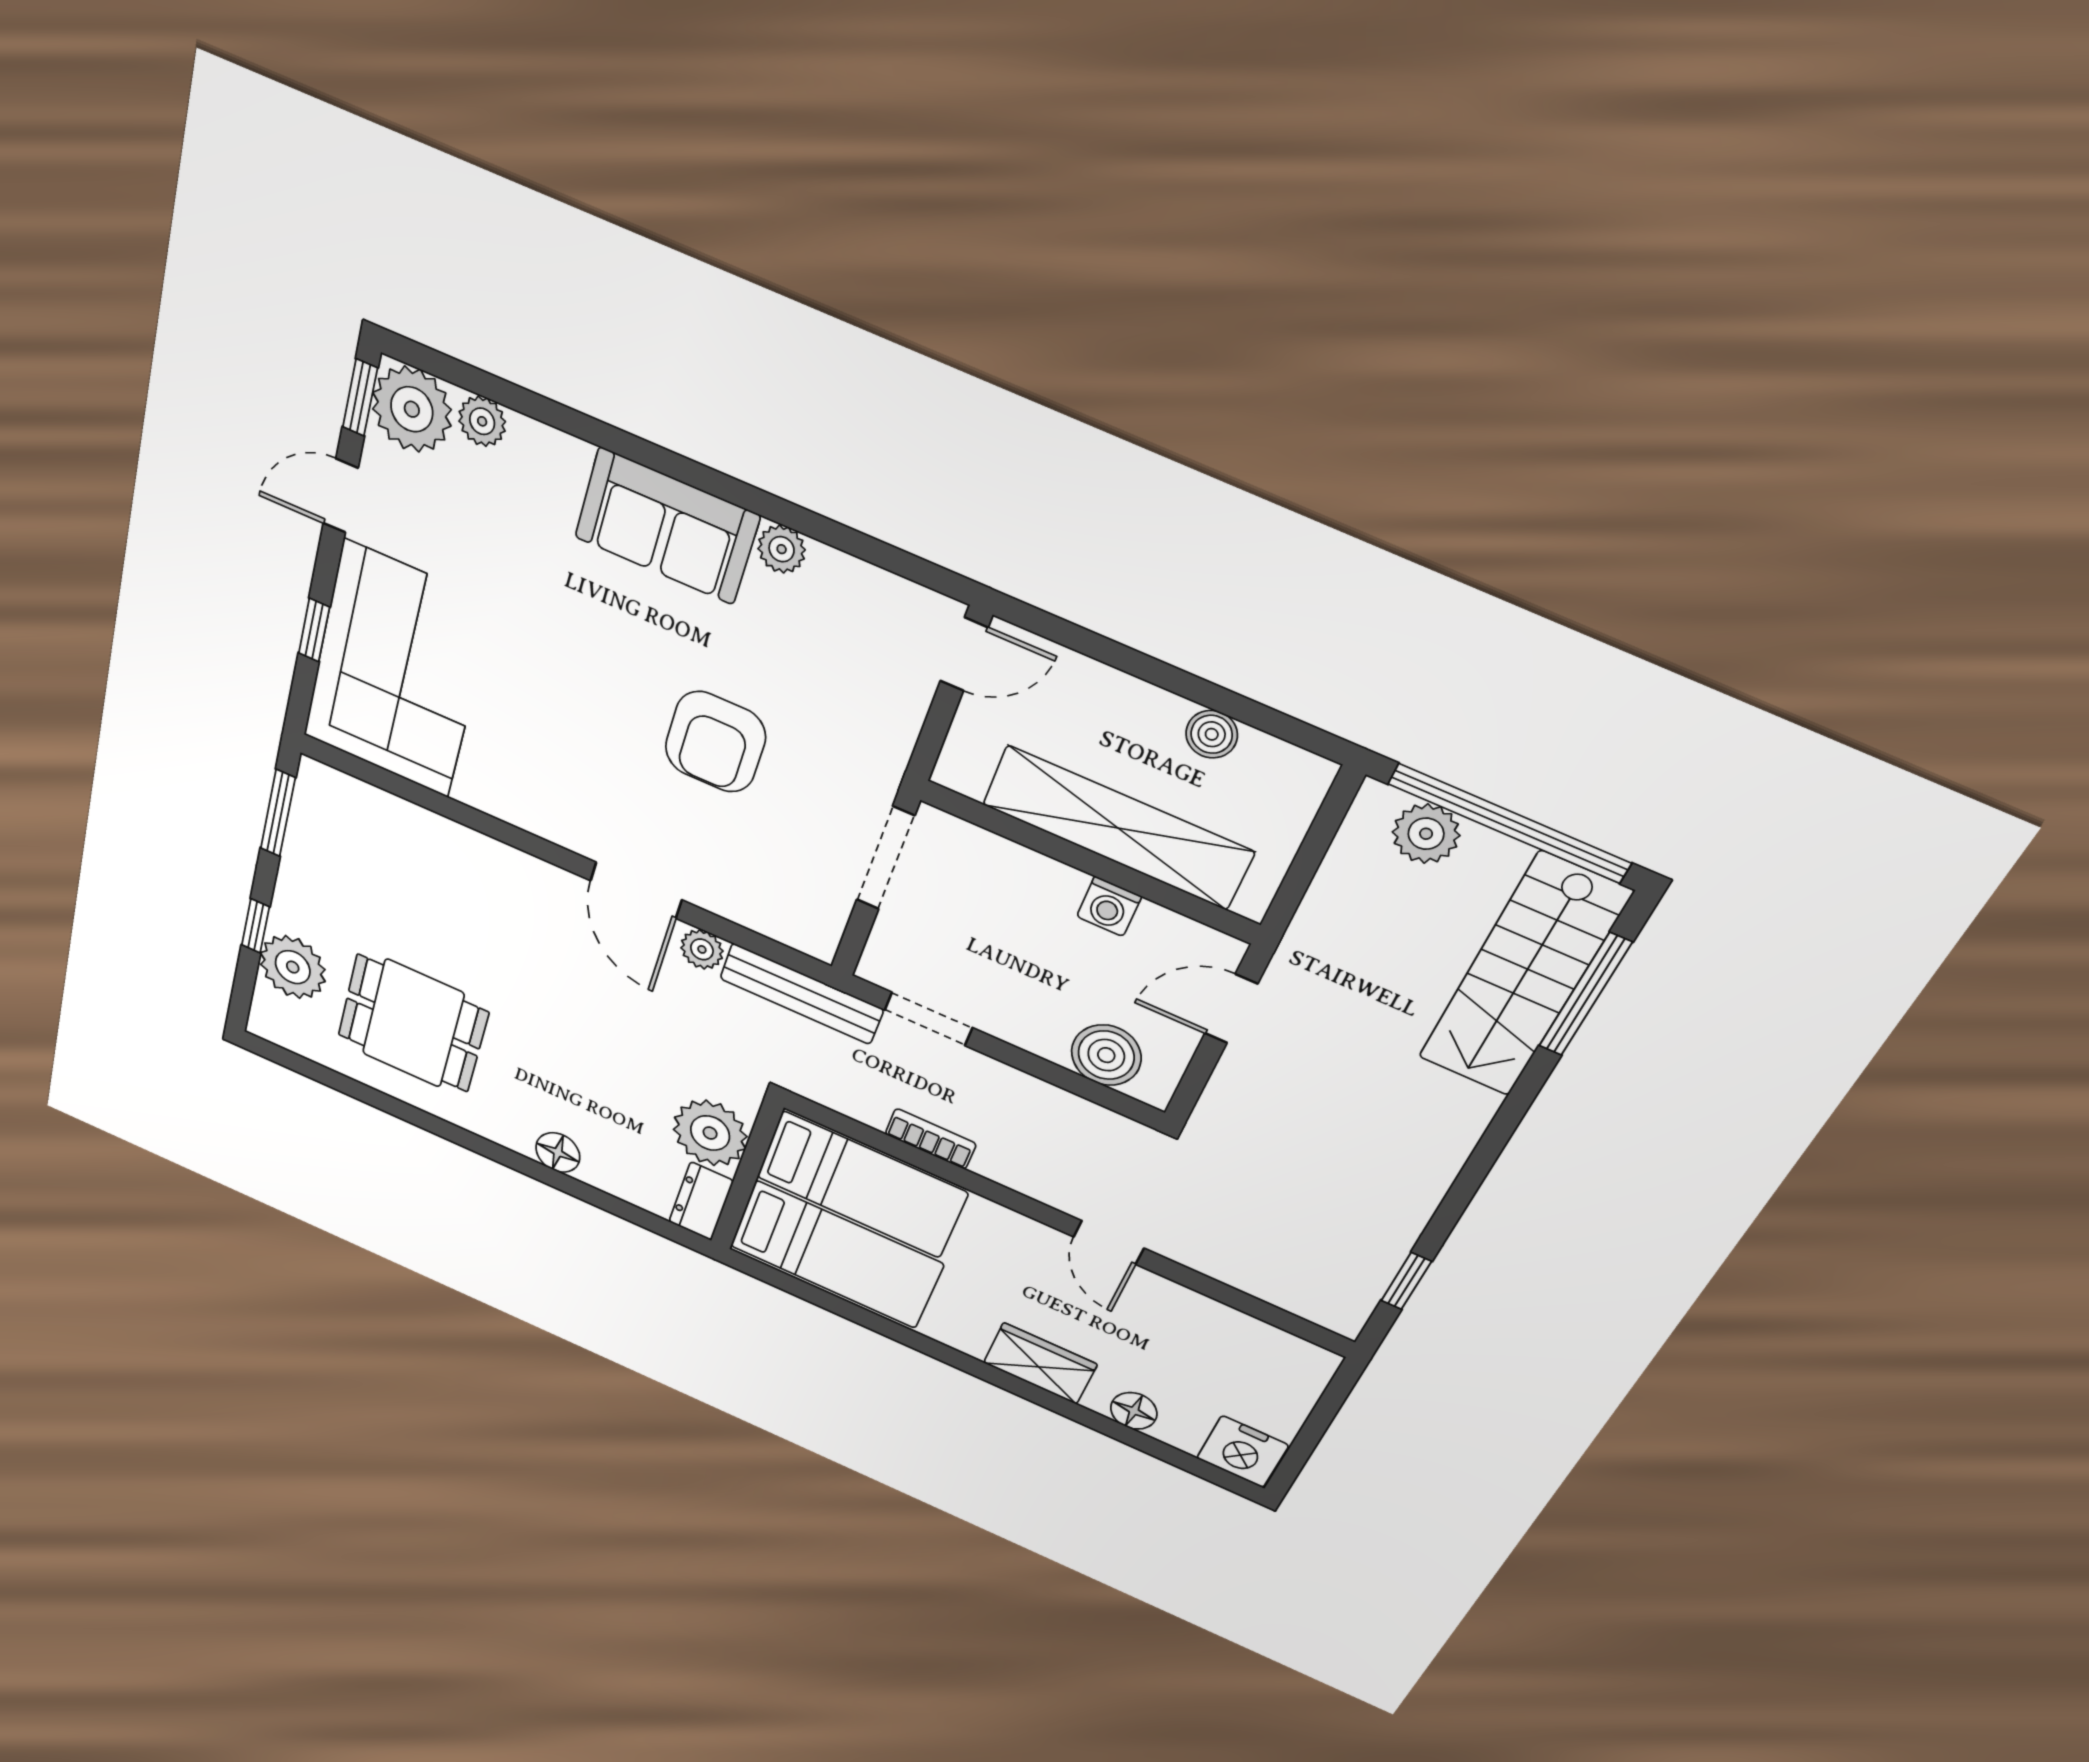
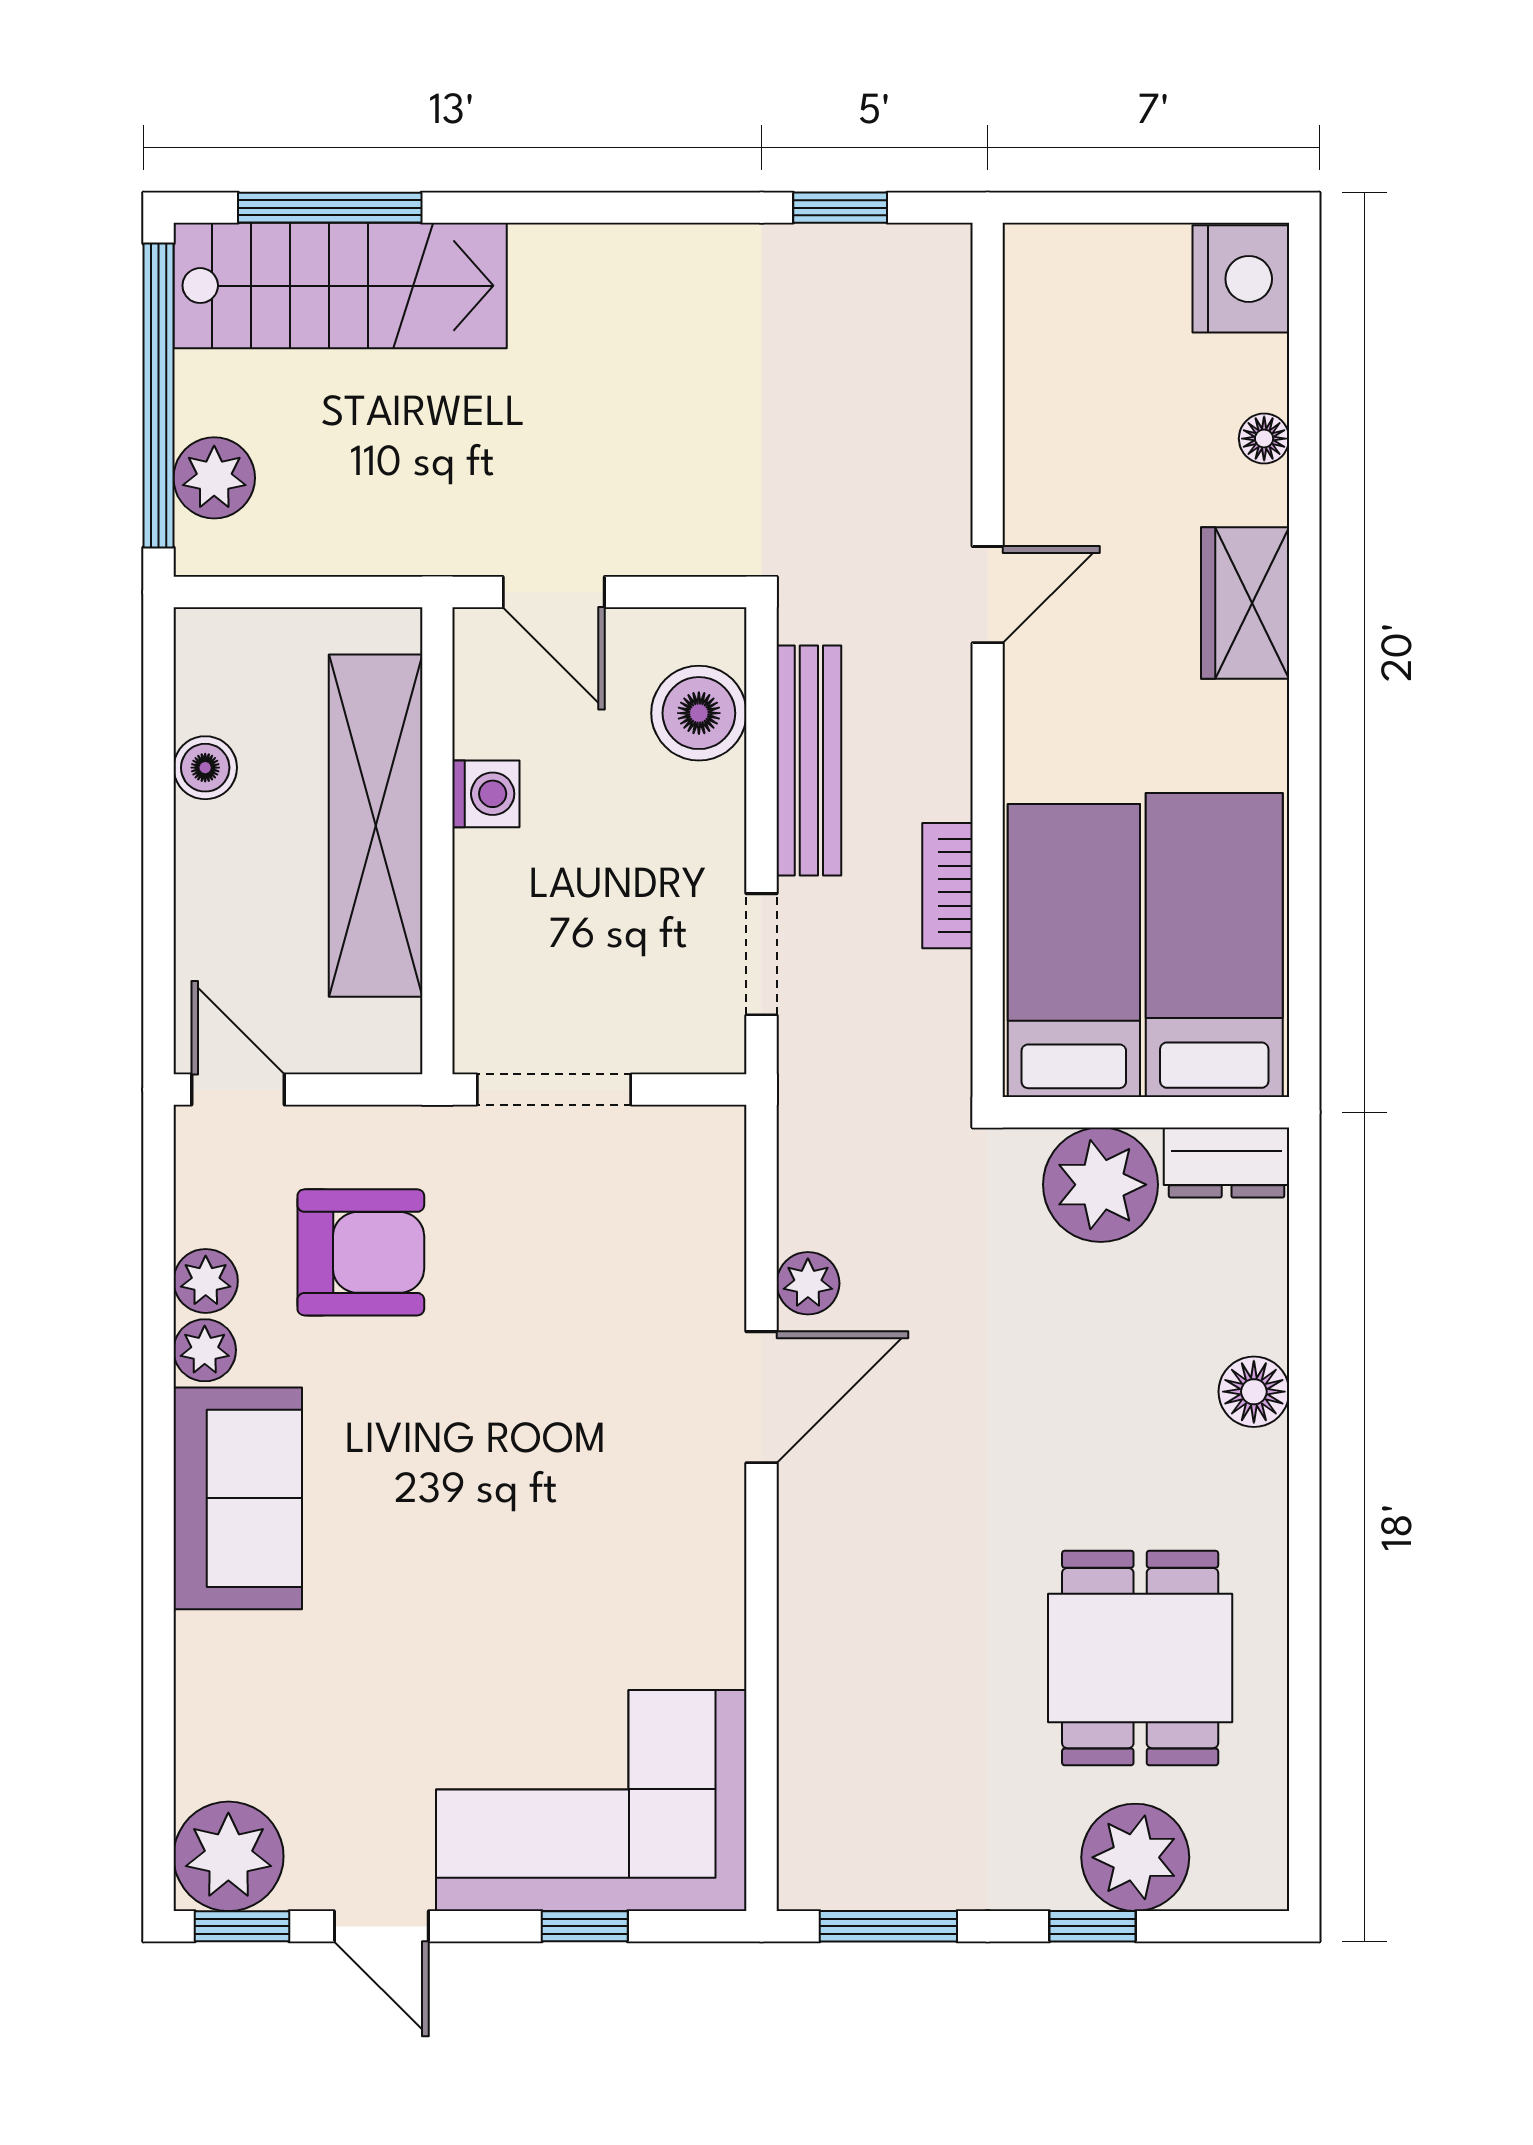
plant: (482, 421) -> (206, 1281), moved
armchair: (715, 742) -> (361, 1252), moved
bench: (801, 994) -> (809, 761), moved
floor lamp: (1134, 1411) -> (1264, 439), width x0.73, depth x0.73

